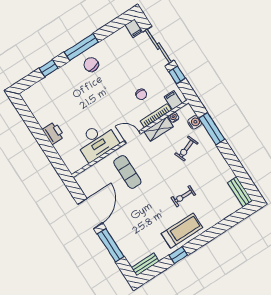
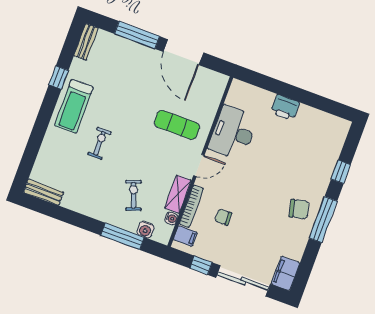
filing cabinet: (134, 28) -> (285, 273), width x2.00

